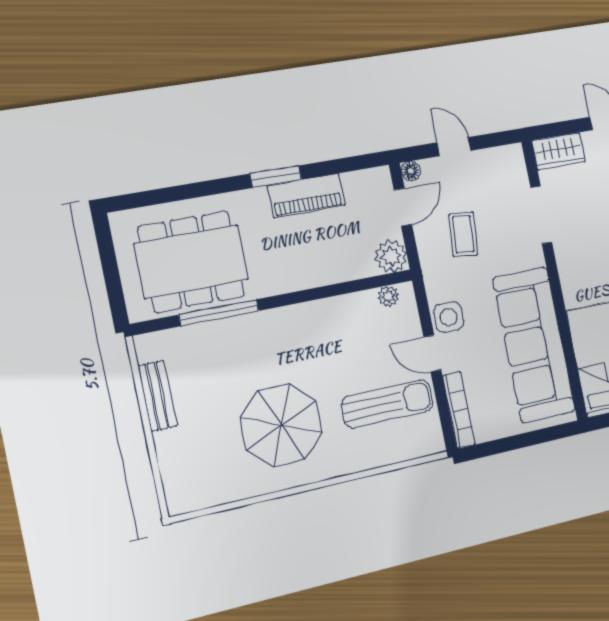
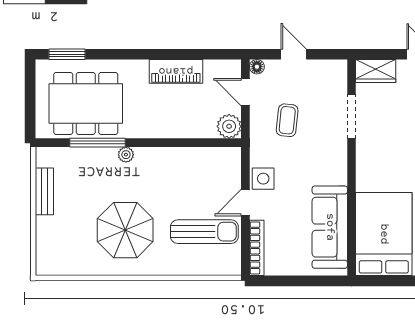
window: (276, 177) -> (67, 54), moved
door: (403, 207) -> (245, 92), swing flipped
plant: (388, 296) -> (126, 155), moved
sofa: (534, 345) -> (330, 227), width x0.74, depth x0.79
door: (432, 353) -> (245, 203), hinge flipped

